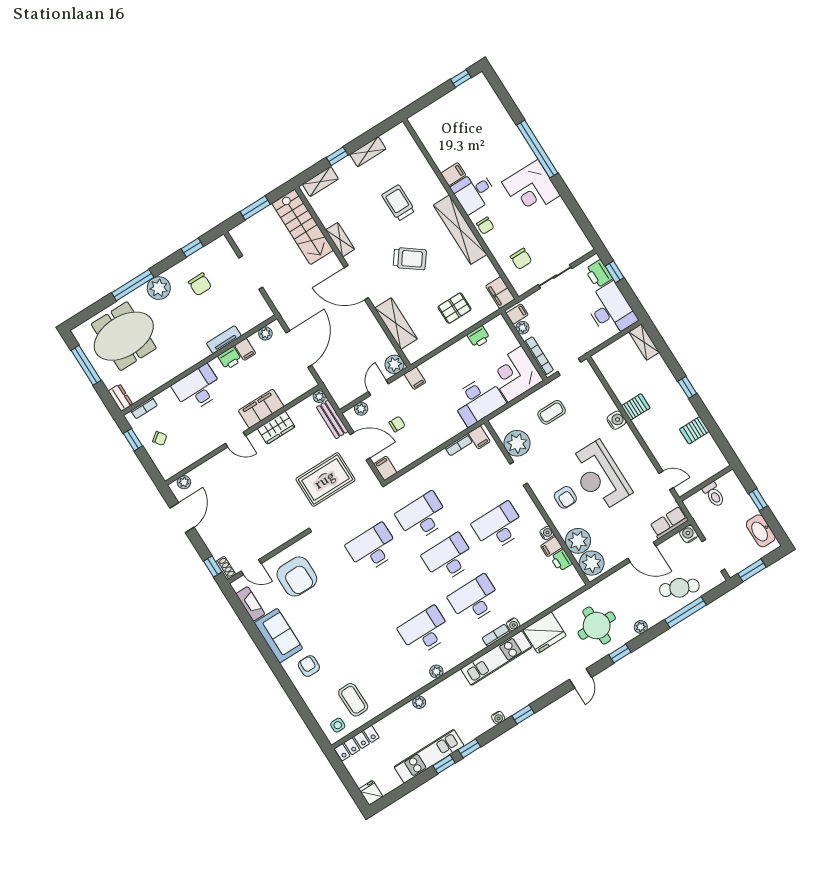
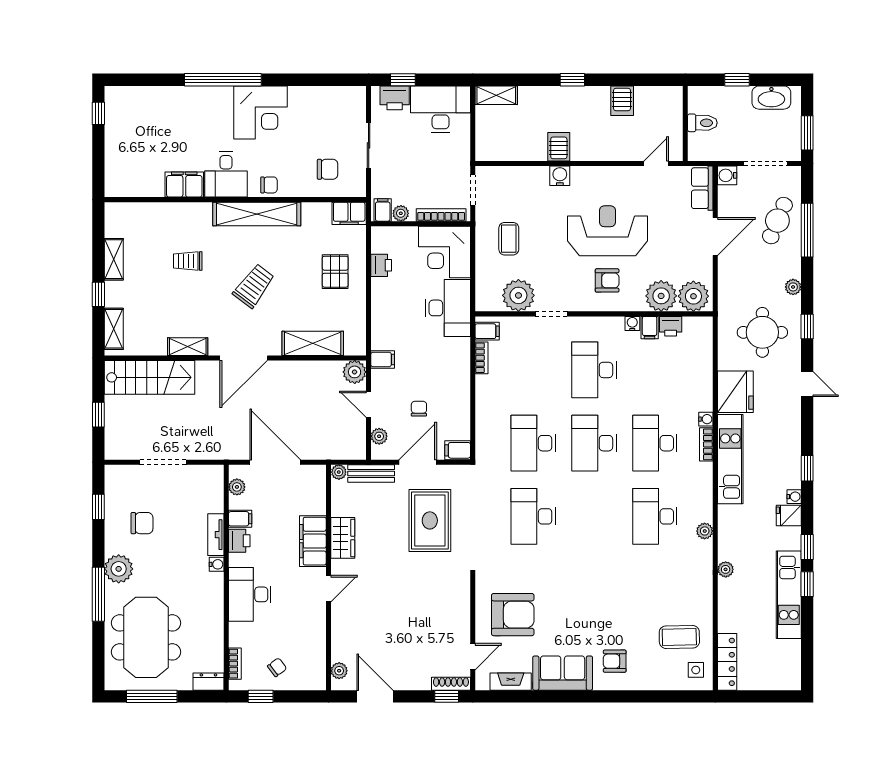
filing cabinet: (453, 174) -> (184, 184), width x2.00
trolley: (398, 203) -> (188, 261), width x0.73, depth x0.72
window: (255, 208) -> (98, 415), width x0.67
water cooler: (204, 353) -> (217, 564), added
reception desk: (599, 476) -> (607, 231), turned 180
shoe rack: (226, 568) -> (451, 684), width x1.43
fridge: (371, 793) -> (789, 516), moved

